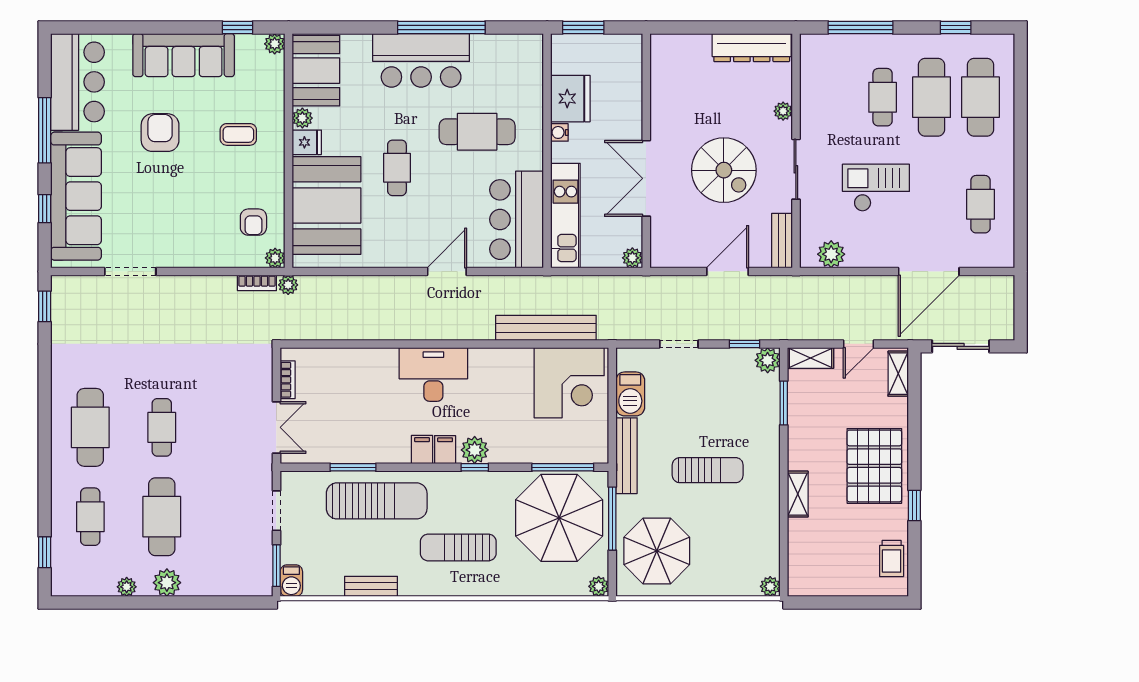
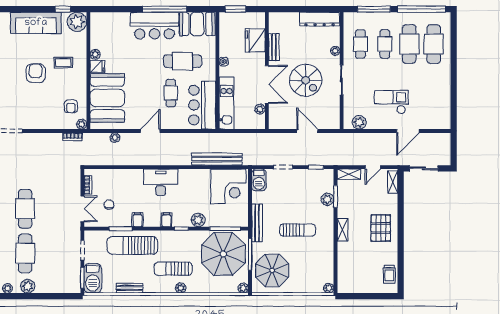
window: (956, 28) -> (421, 9), width x3.17
plant: (275, 44) -> (77, 22), width x1.87, depth x1.87
booth: (316, 71) -> (197, 24), moved, turned 90
fridge: (570, 99) -> (255, 40), moved, turned 180
armchair: (160, 133) -> (36, 73), moved
cafe table: (397, 168) -> (171, 93), moved
double door: (646, 178) -> (267, 84), swing flipped
checkout: (876, 188) -> (391, 102), moved
cafe table: (980, 204) -> (360, 44), moved
bench: (782, 241) -> (274, 47), moved
plant: (632, 258) -> (260, 109), moved
door: (447, 272) -> (150, 131), moved
door: (728, 272) -> (307, 131), hinge flipped
door: (929, 272) -> (408, 131), width x0.73
plant: (288, 285) -> (115, 138), moved
plant: (768, 360) -> (327, 199), moved
barbecue: (630, 394) -> (259, 180), moved
chair: (330, 419) -> (109, 205), added
cafe table: (162, 427) -> (25, 209), width x1.37, depth x1.35
filing cabinet: (422, 449) -> (137, 220), moved
plant: (475, 450) -> (198, 220), moved
pallet: (874, 466) -> (381, 228), width x0.73, depth x0.71
shelving: (798, 494) -> (343, 230), moved
sun lounger: (377, 501) -> (132, 245), turned 180
window: (914, 506) -> (401, 248), removed
barbecue: (291, 581) -> (93, 278), width x1.88, depth x1.53
plant: (474, 586) -> (181, 288), added

